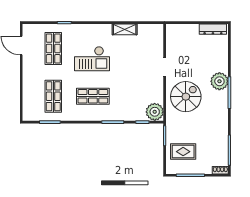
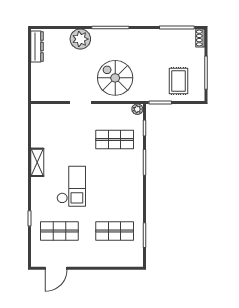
shelving: (125, 29) -> (37, 162), moved
plant: (219, 81) -> (80, 39), moved
shop shelf: (93, 96) -> (115, 140), moved, turned 90
plant: (155, 112) -> (137, 109), width x0.53, depth x0.53

